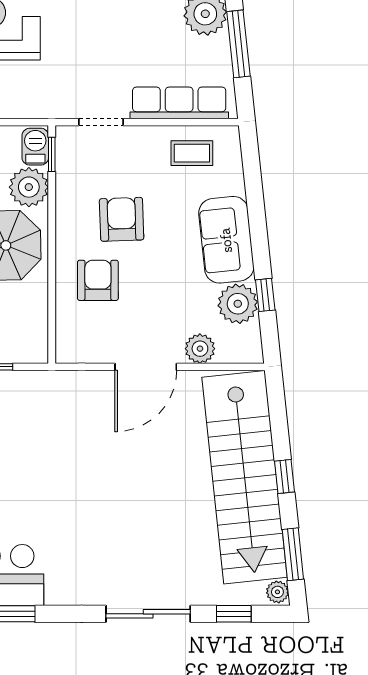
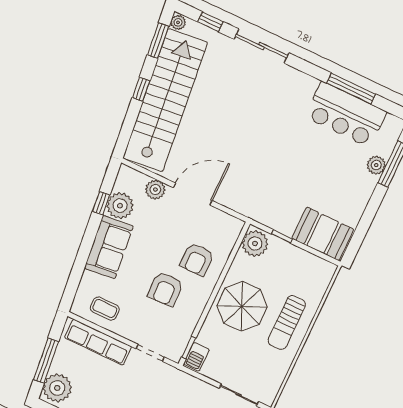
plant: (29, 187) -> (255, 243), moved

